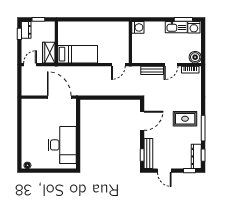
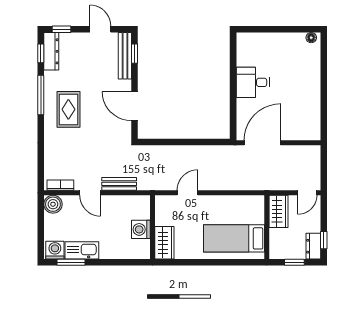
washing machine: (138, 27) -> (141, 229), moved
wardrobe: (123, 32) -> (164, 243), added
bed: (78, 54) -> (234, 238), moved
door: (118, 65) -> (187, 193), moved
door: (171, 65) -> (90, 193), swing flipped
door: (59, 97) -> (262, 143), swing flipped
rug: (185, 119) -> (68, 109), turned 90
door: (142, 121) -> (135, 106), hinge flipped
desk: (62, 145) -> (253, 82), width x0.53, depth x0.77

